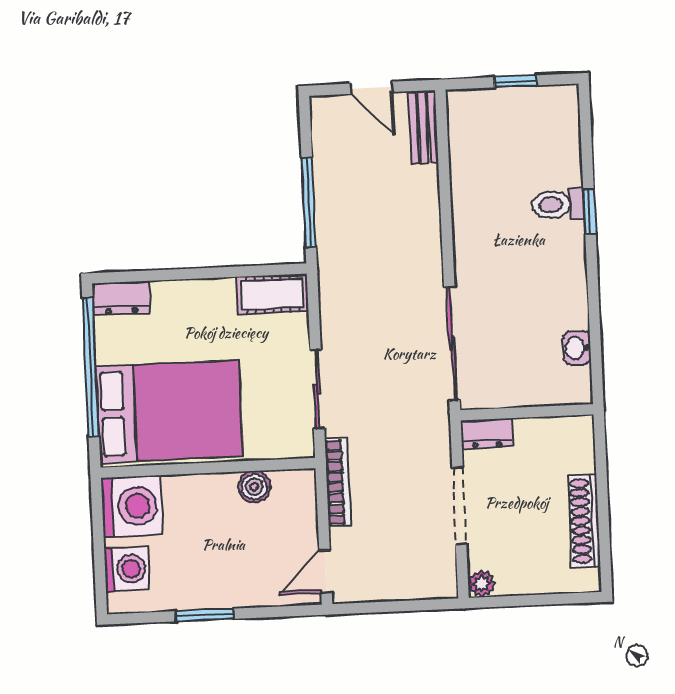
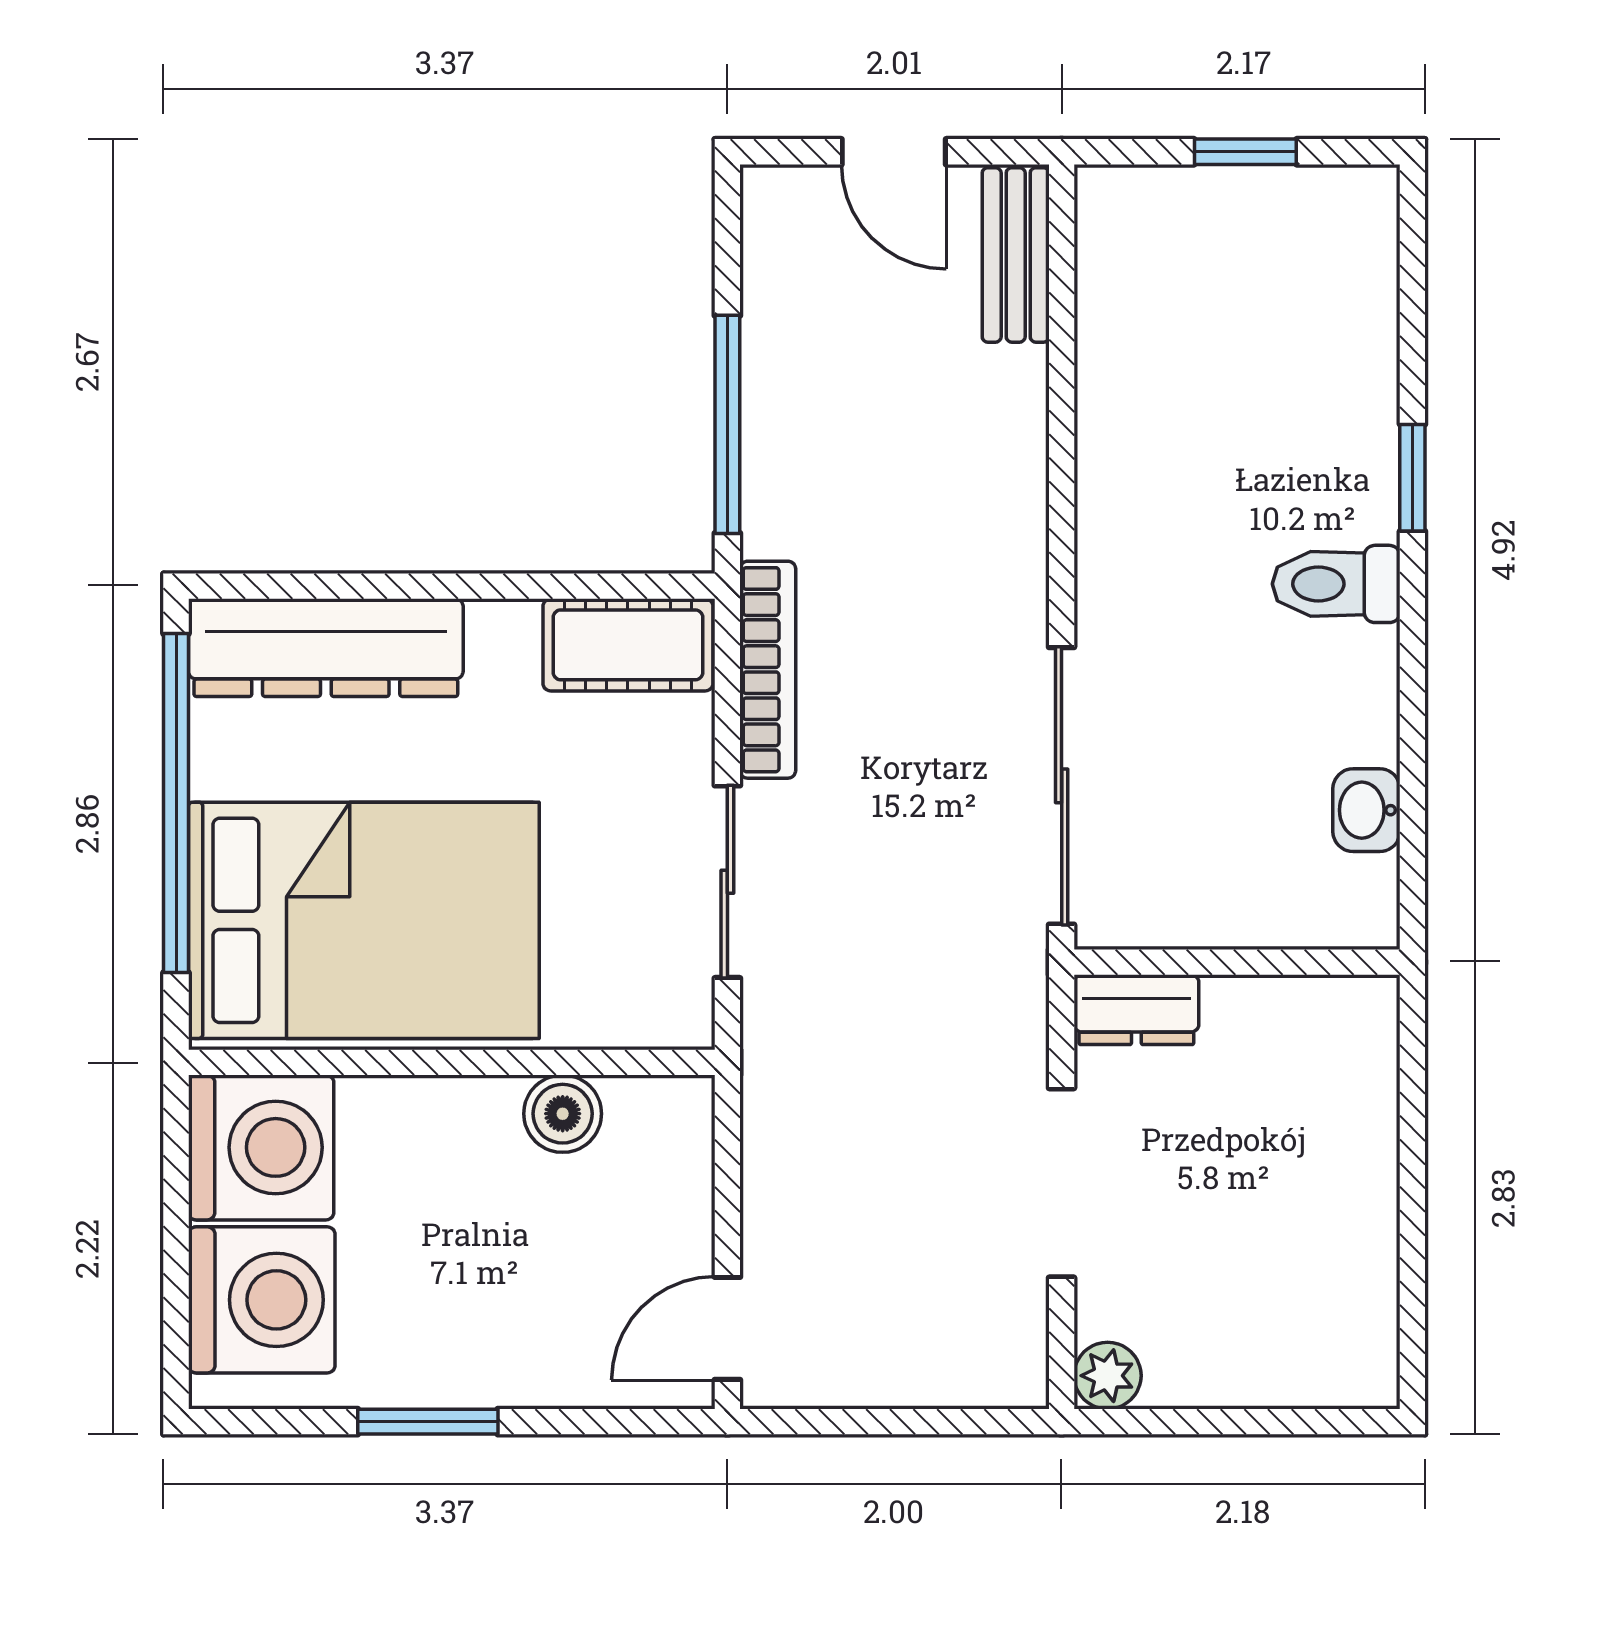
toilet: (558, 204) -> (1336, 584), moved
dresser: (121, 298) -> (326, 648), width x1.96, depth x1.24
bookcase: (338, 482) -> (768, 670), moved
shoe rack: (584, 521) -> (1365, 1234), removed
washing machine: (127, 569) -> (262, 1300), width x1.37, depth x1.37

